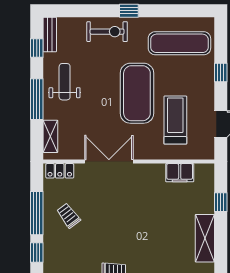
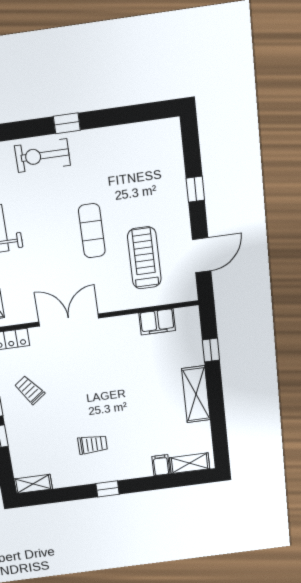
exercise bike: (107, 32) -> (42, 156), turned 180
exercise mat: (179, 43) -> (138, 158), removed
exercise mat: (137, 93) -> (92, 231), width x0.50, depth x0.69

